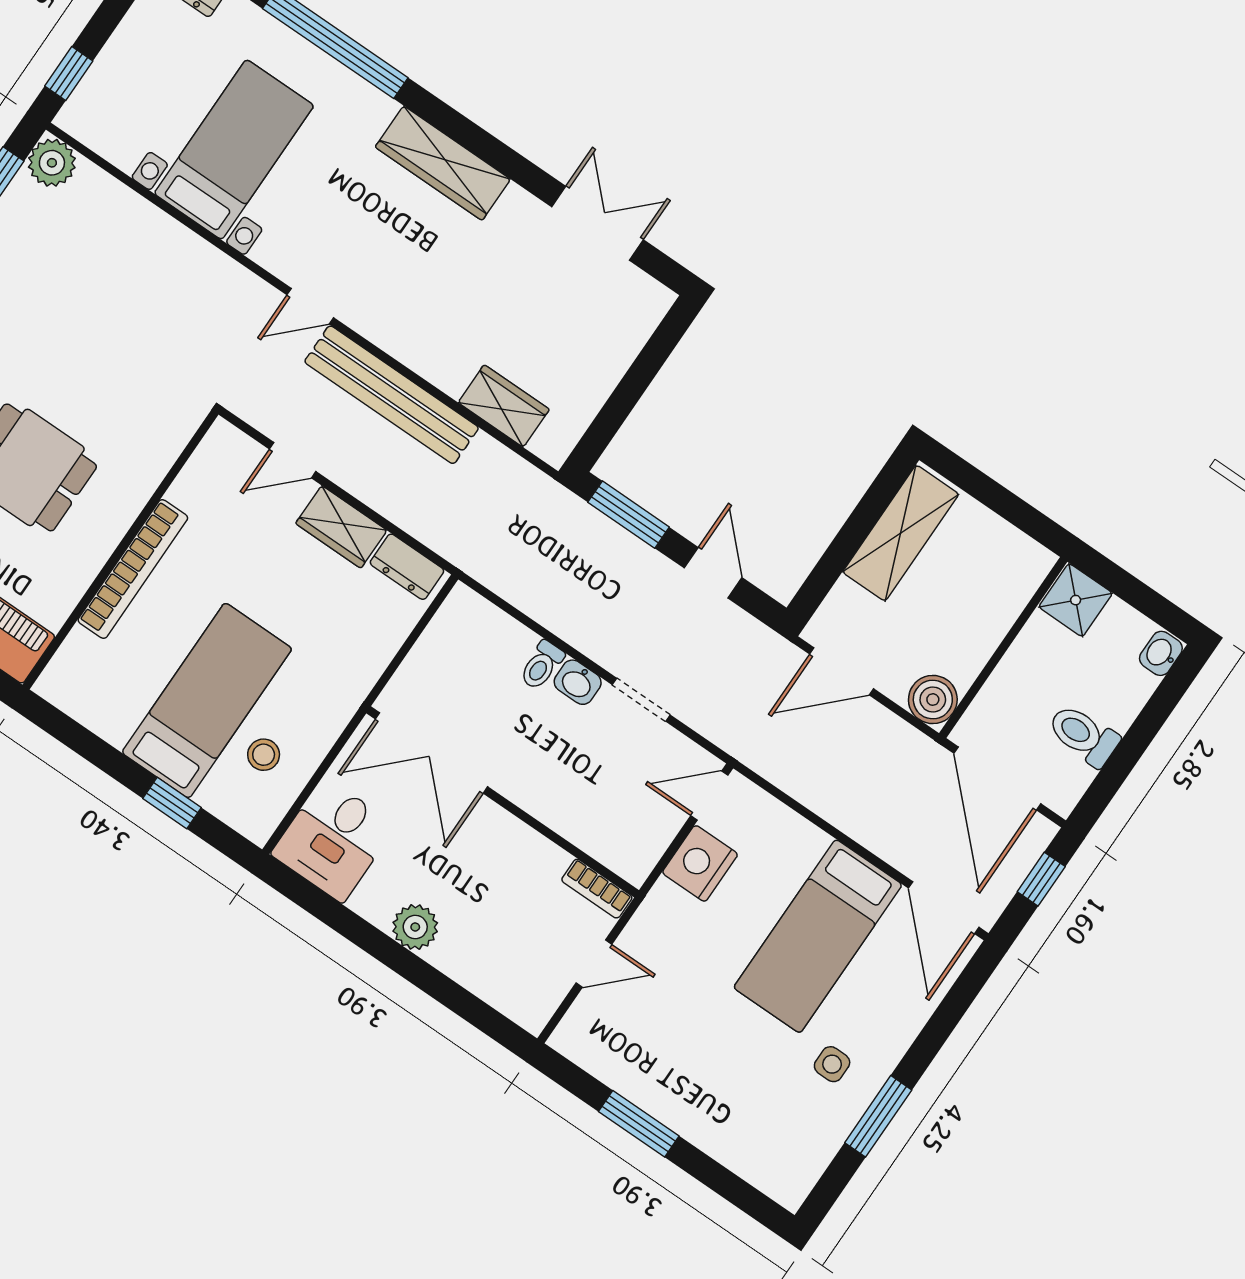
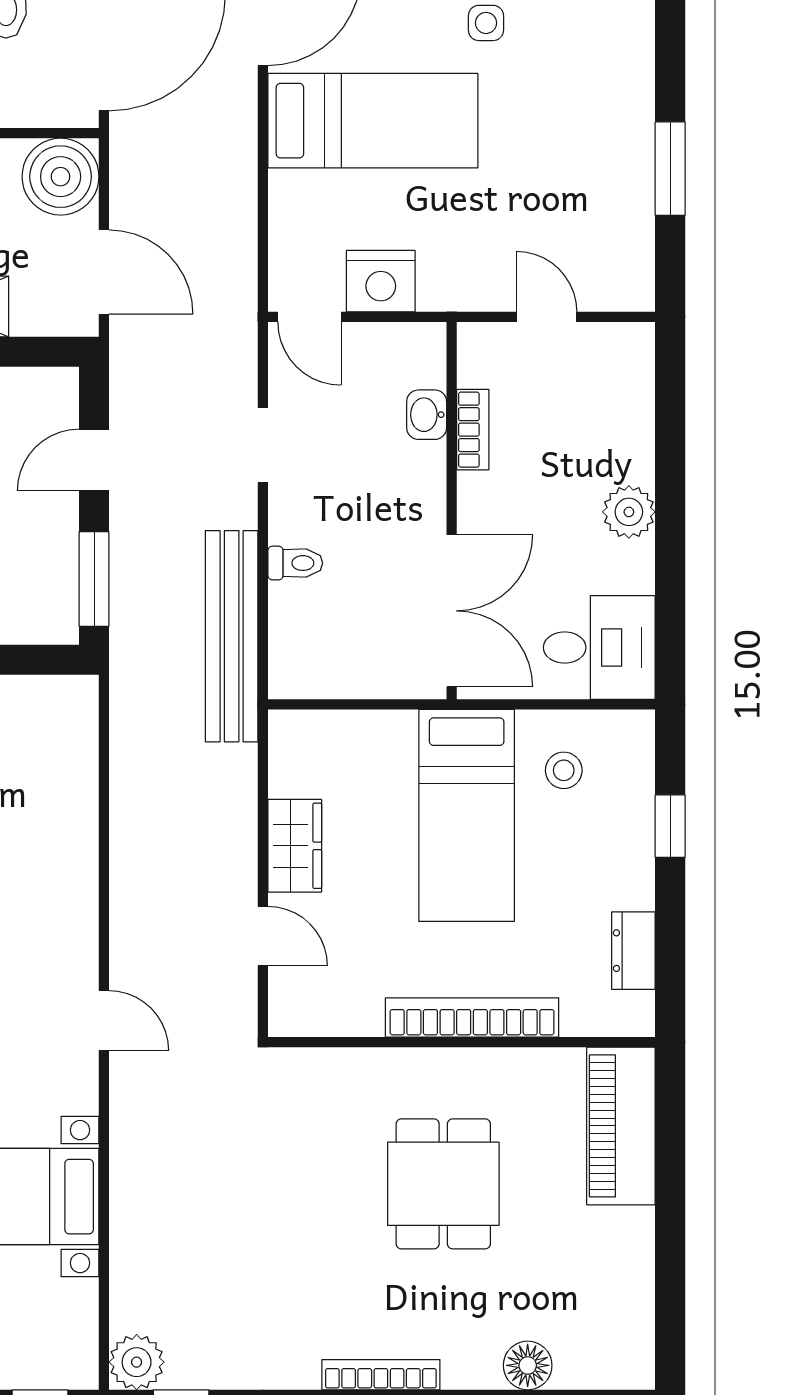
bench: (392, 395) -> (232, 636), moved
wardrobe: (504, 406) -> (72, 770), removed
dresser: (407, 567) -> (633, 951), moved, turned 180
washbasin: (578, 682) -> (427, 415), moved, turned 180
boiler: (933, 700) -> (61, 177), width x1.37, depth x1.37
bed: (207, 701) -> (467, 815), moved, turned -90
bookcase: (597, 889) -> (473, 430), moved

